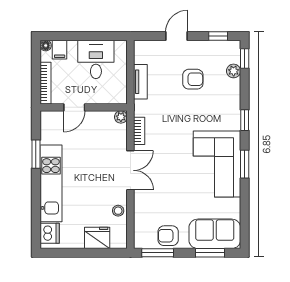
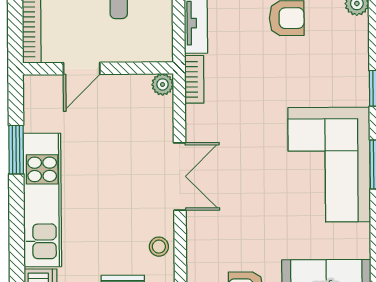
bookcase: (139, 131) -> (194, 79), moved

